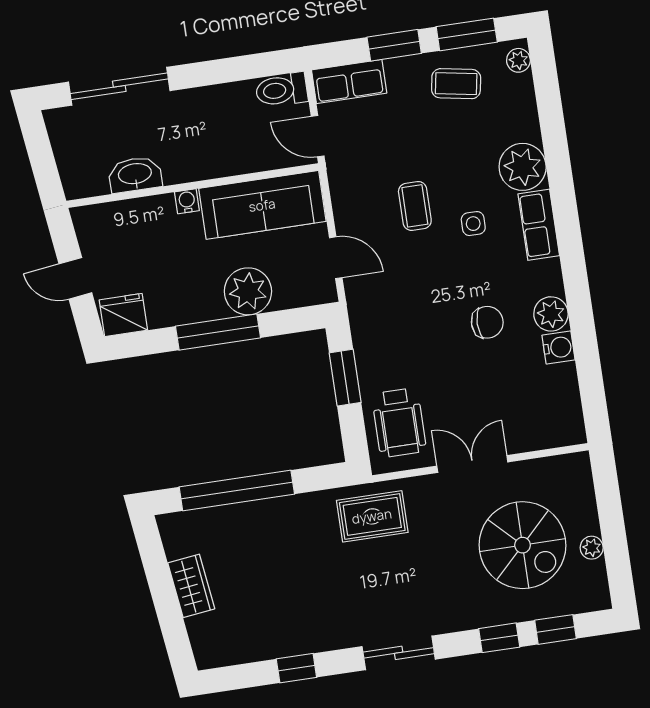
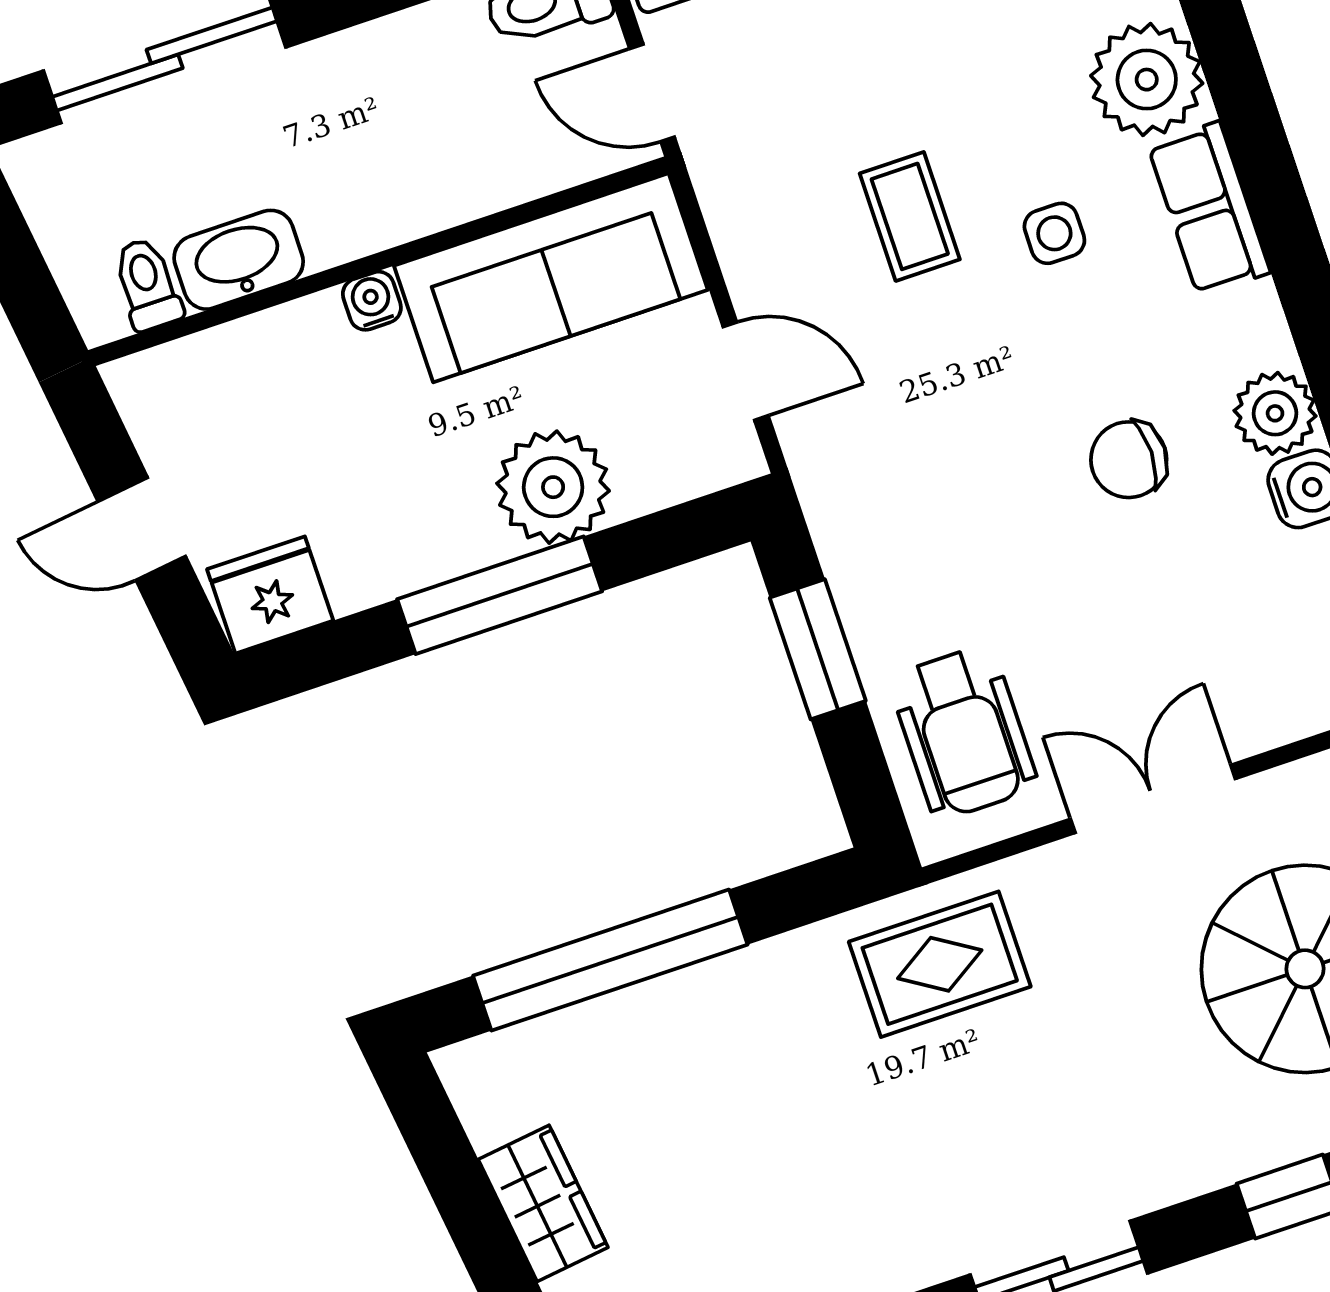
toilet: (96, 178) -> (147, 284), added
chair: (487, 322) -> (1129, 460), turned 180

